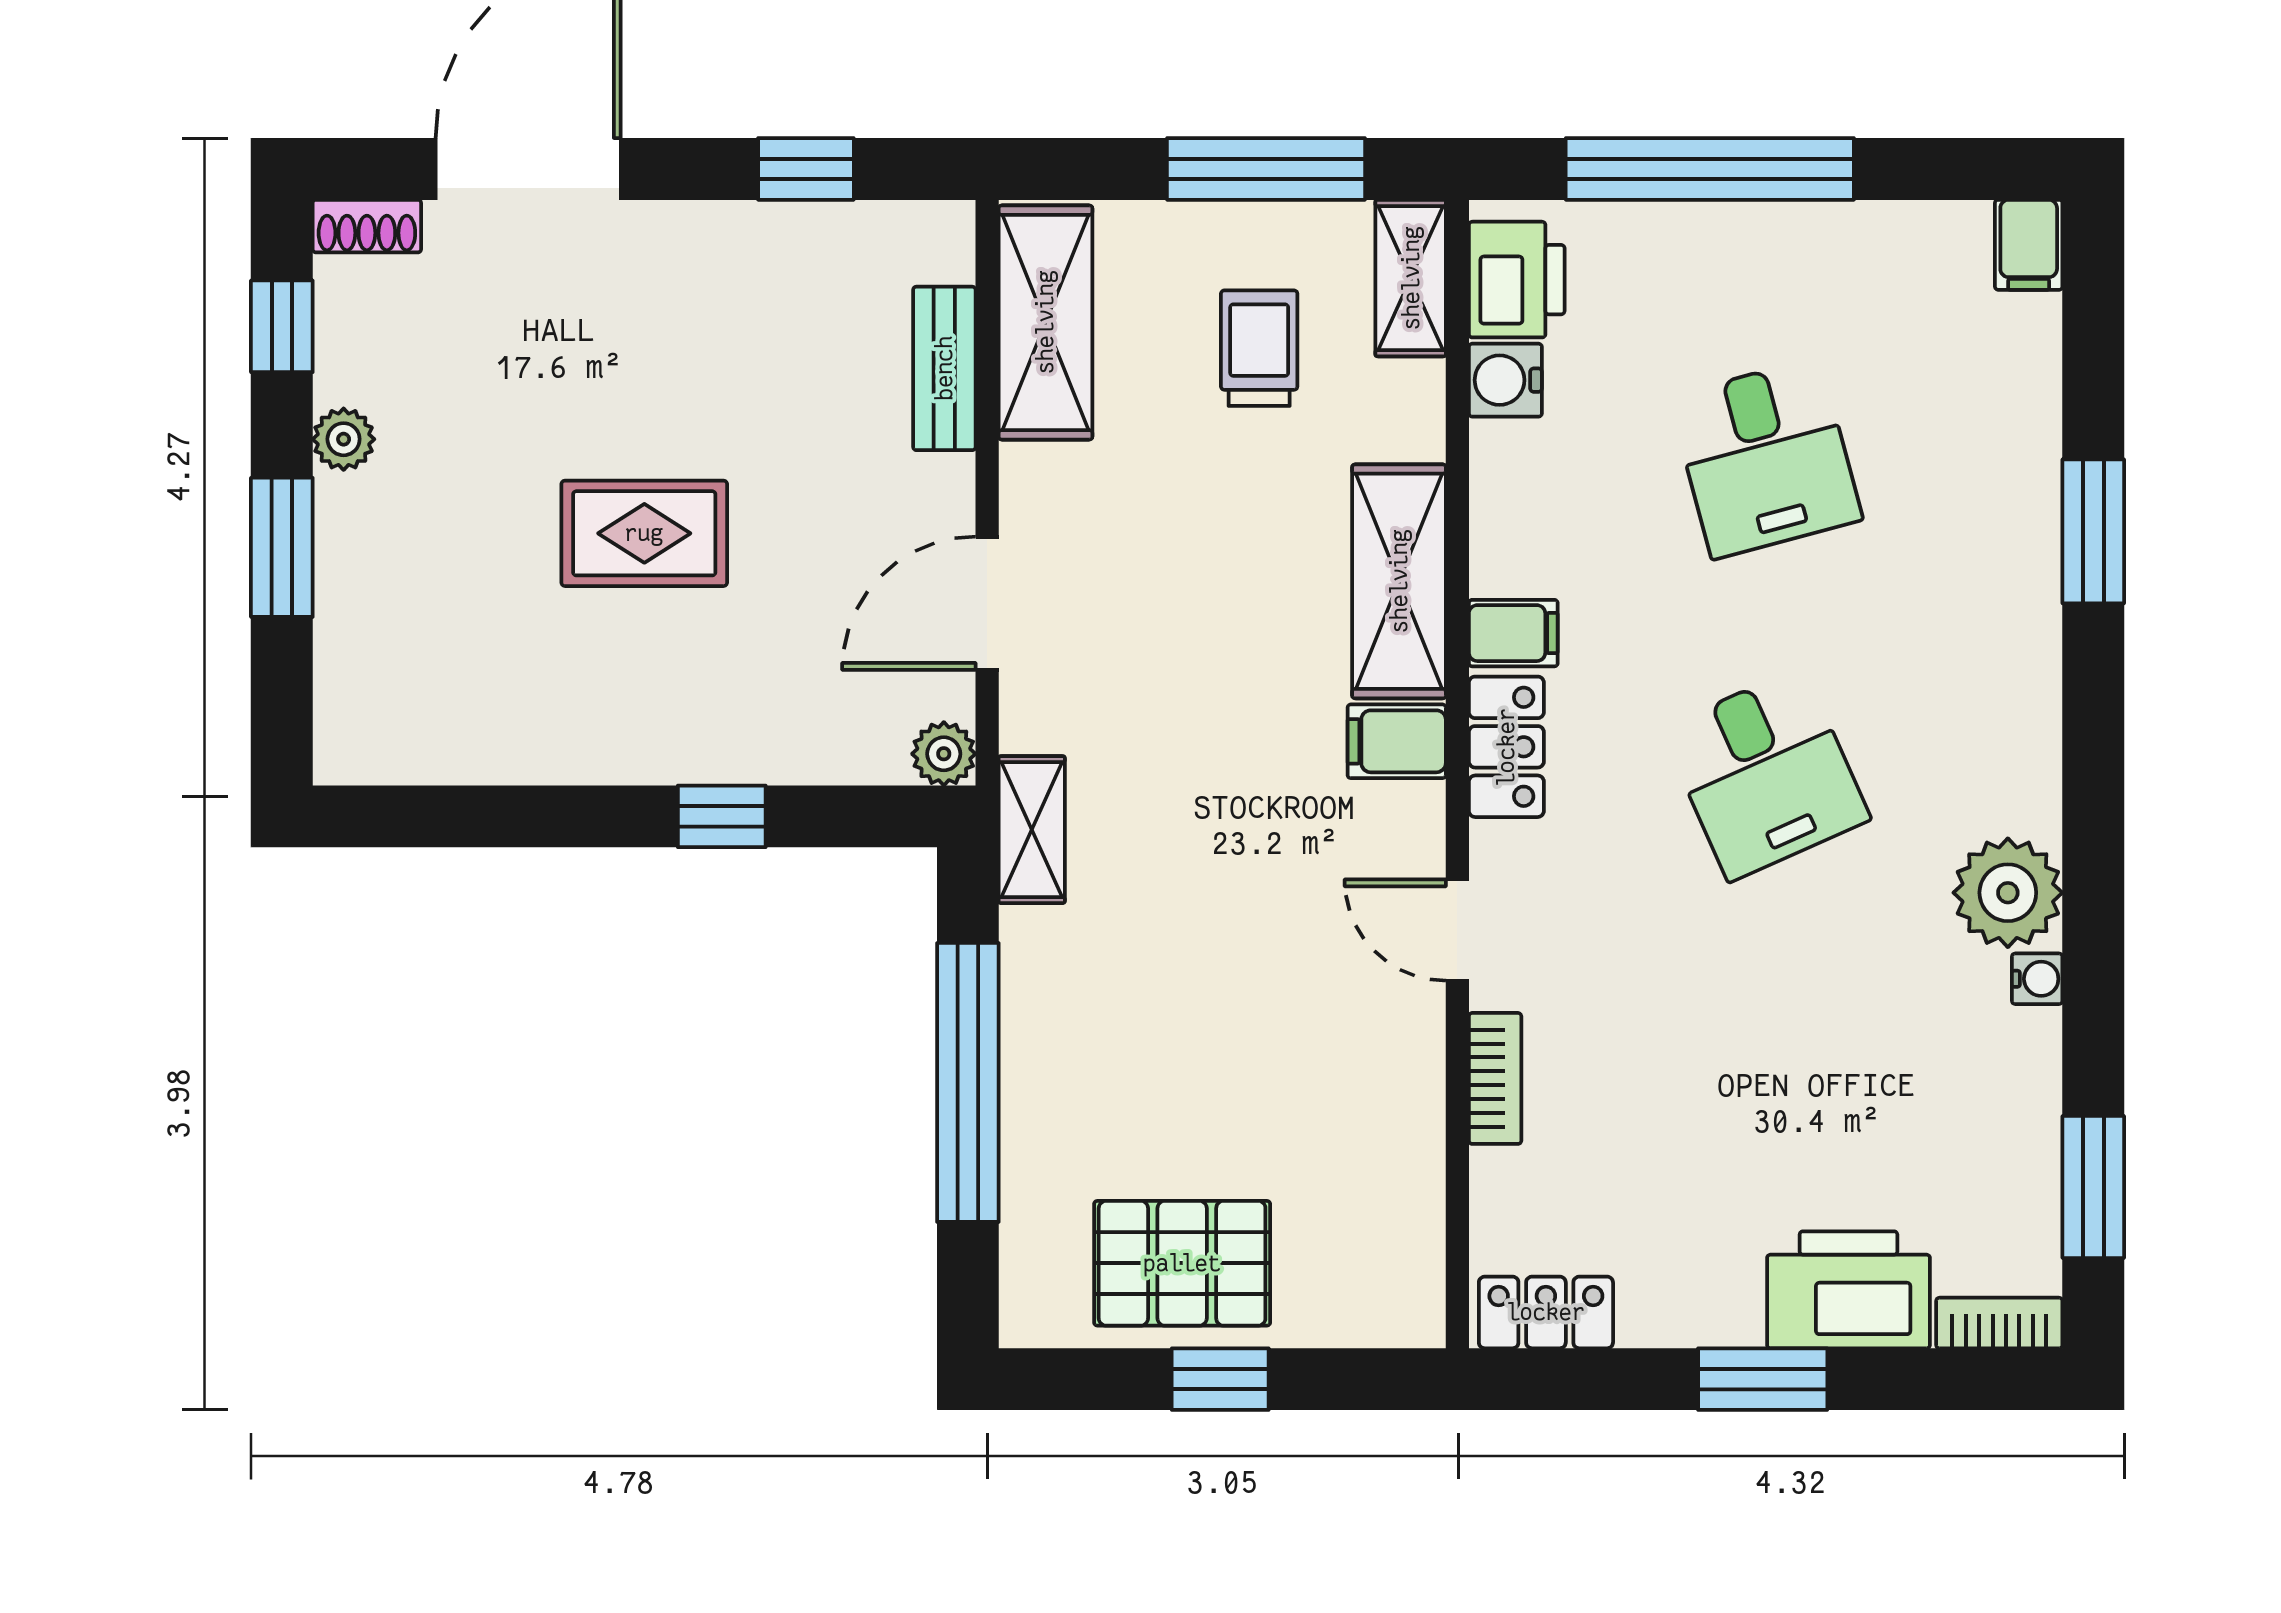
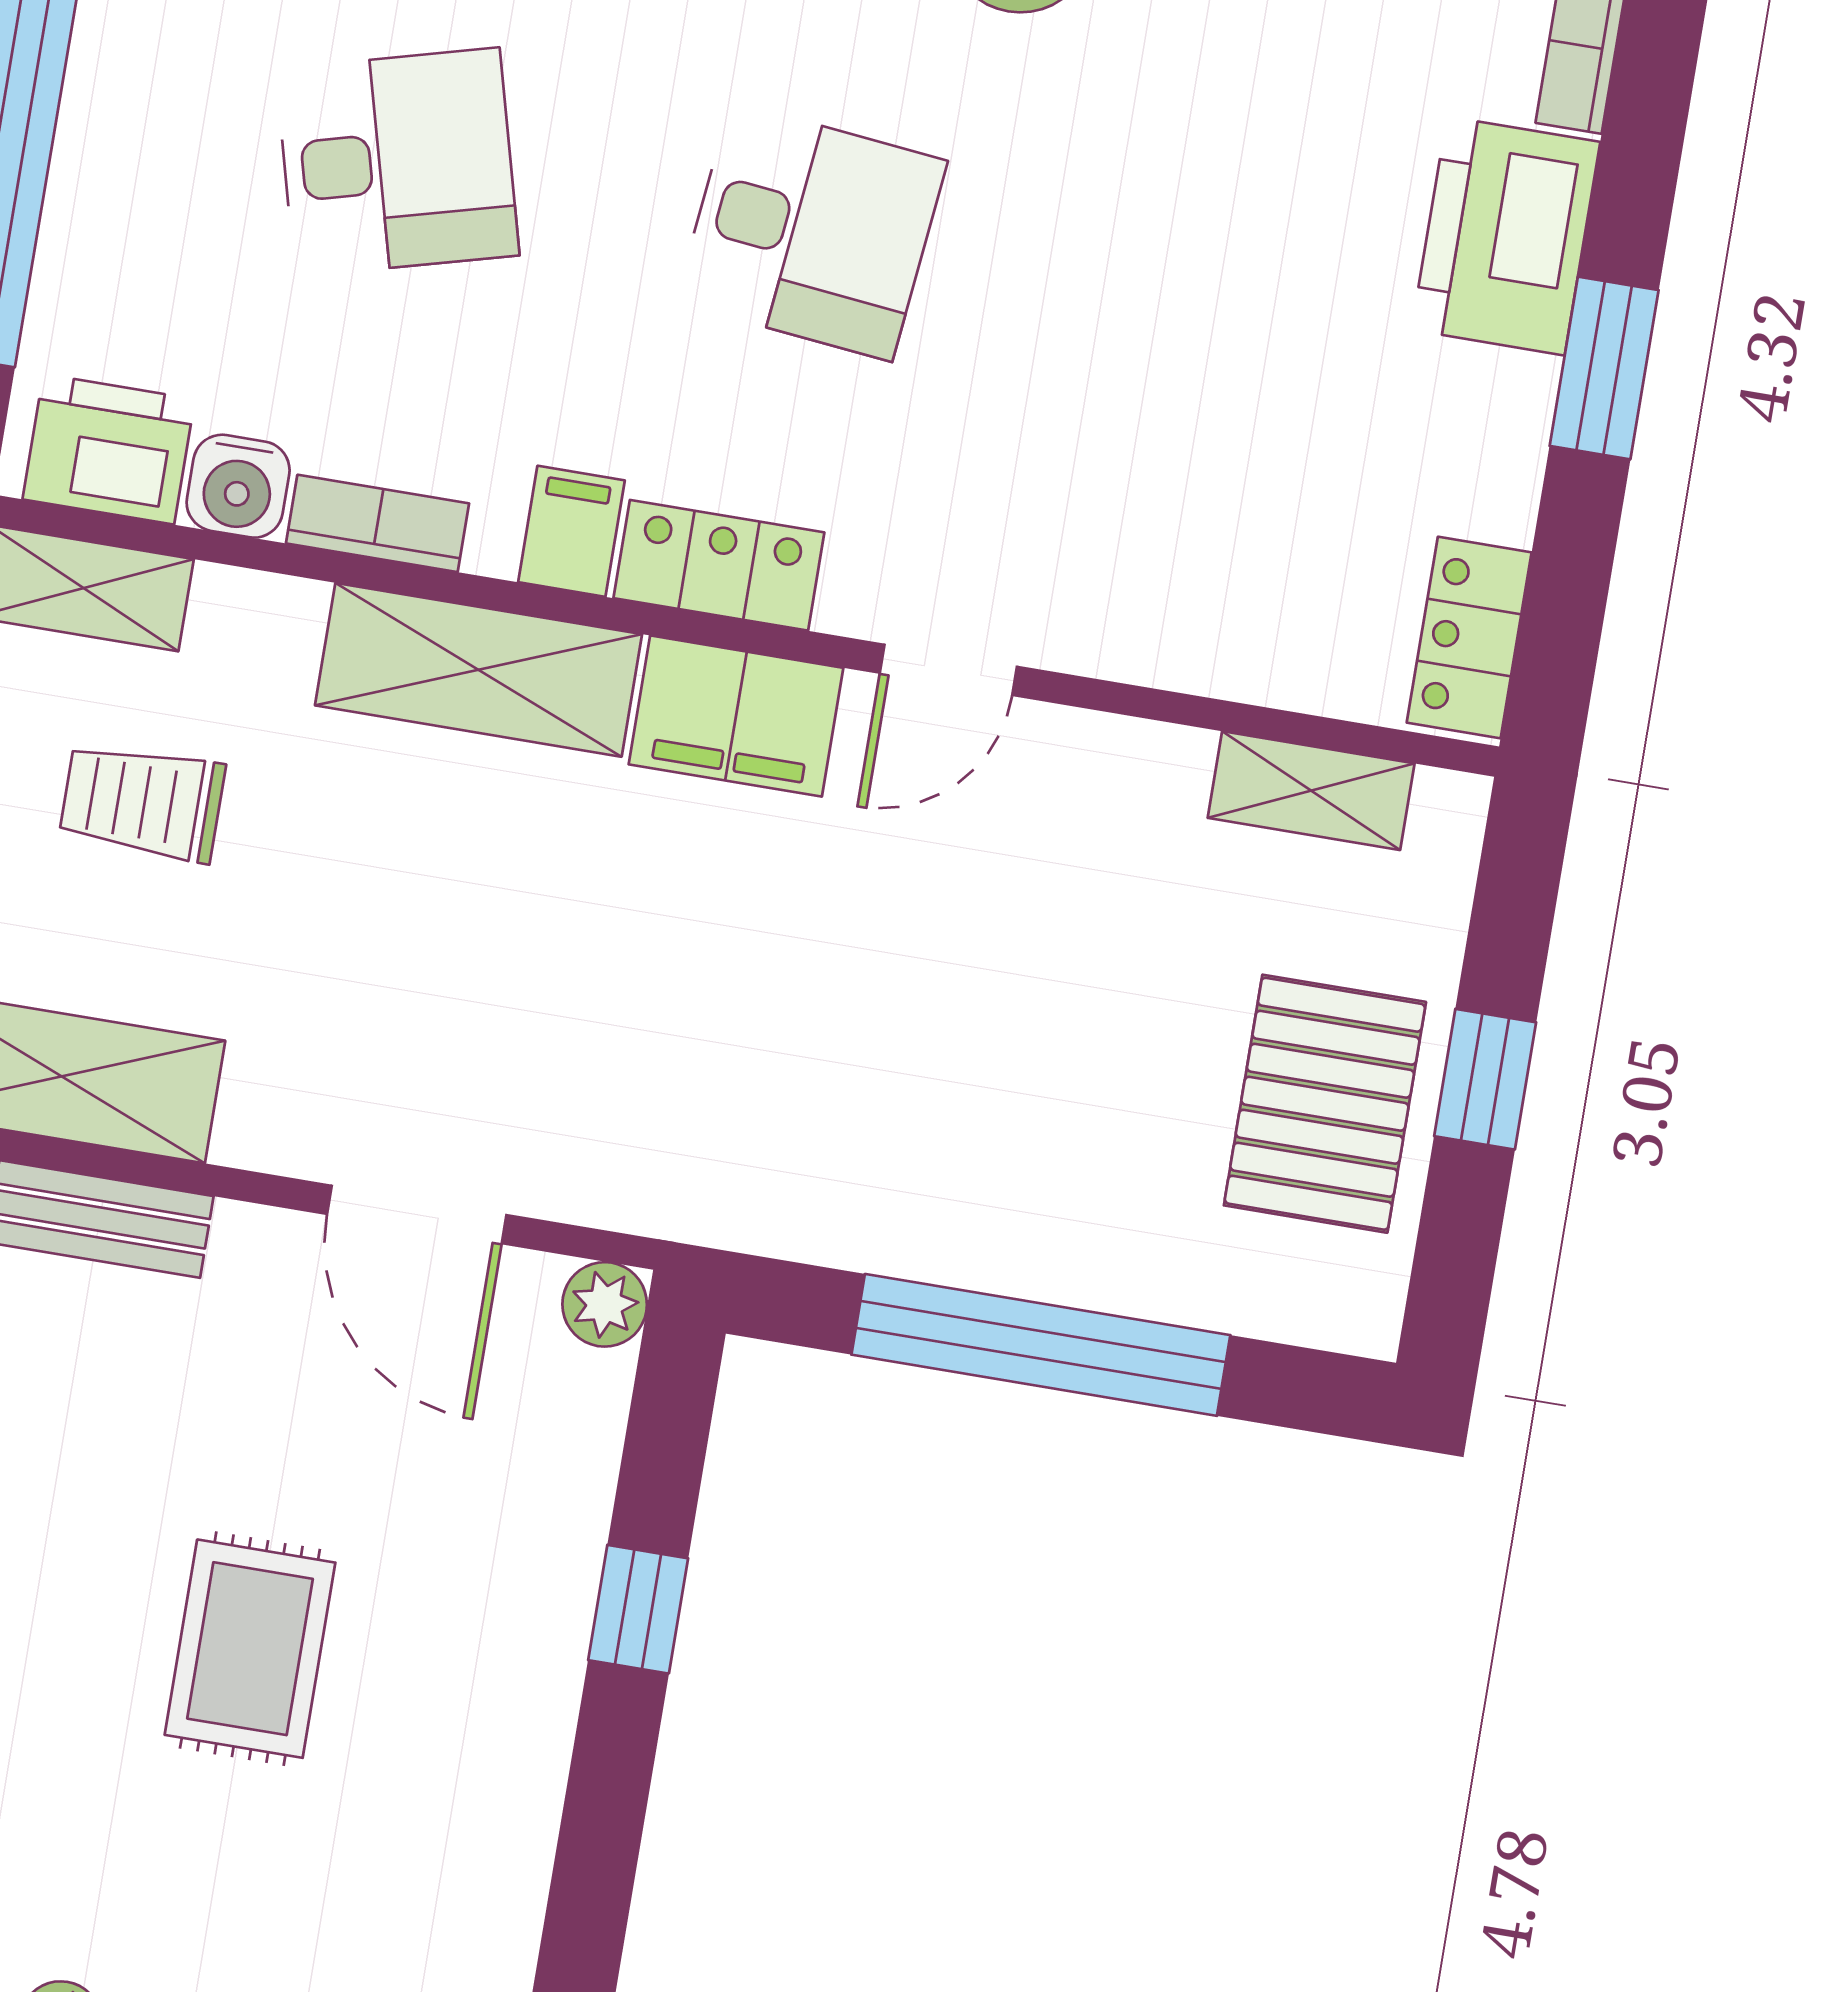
filing cabinet: (1397, 741) -> (736, 716), width x2.00
desk: (1766, 774) -> (812, 231), turned 30
shelving: (1032, 830) -> (1311, 791), moved
bookcase: (1495, 1078) -> (378, 523), moved

